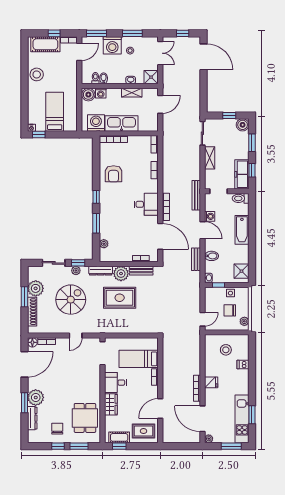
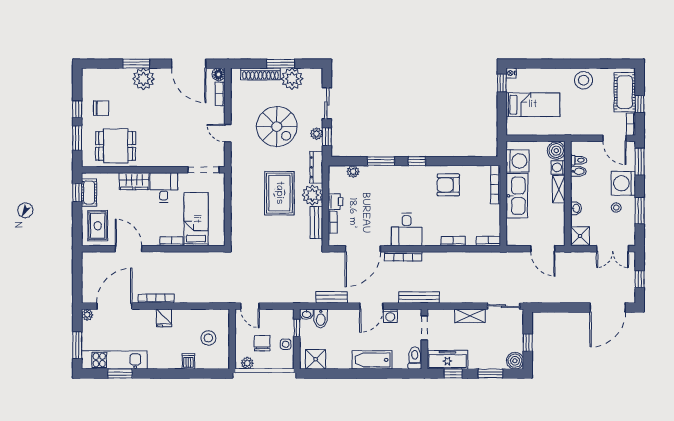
shelving: (132, 93) -> (559, 189), moved
printer: (126, 256) -> (336, 202), added
bidet: (211, 256) -> (321, 318), moved
dresser: (32, 418) -> (115, 74), removed

